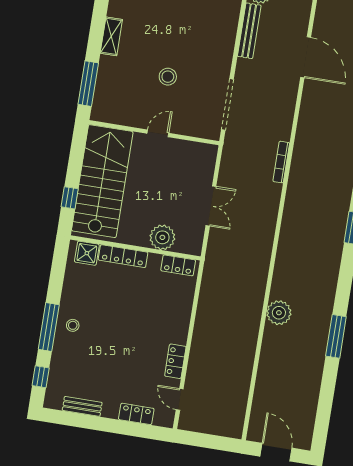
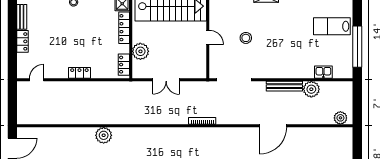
locker: (175, 361) -> (79, 73), moved
locker: (136, 414) -> (23, 41), moved

